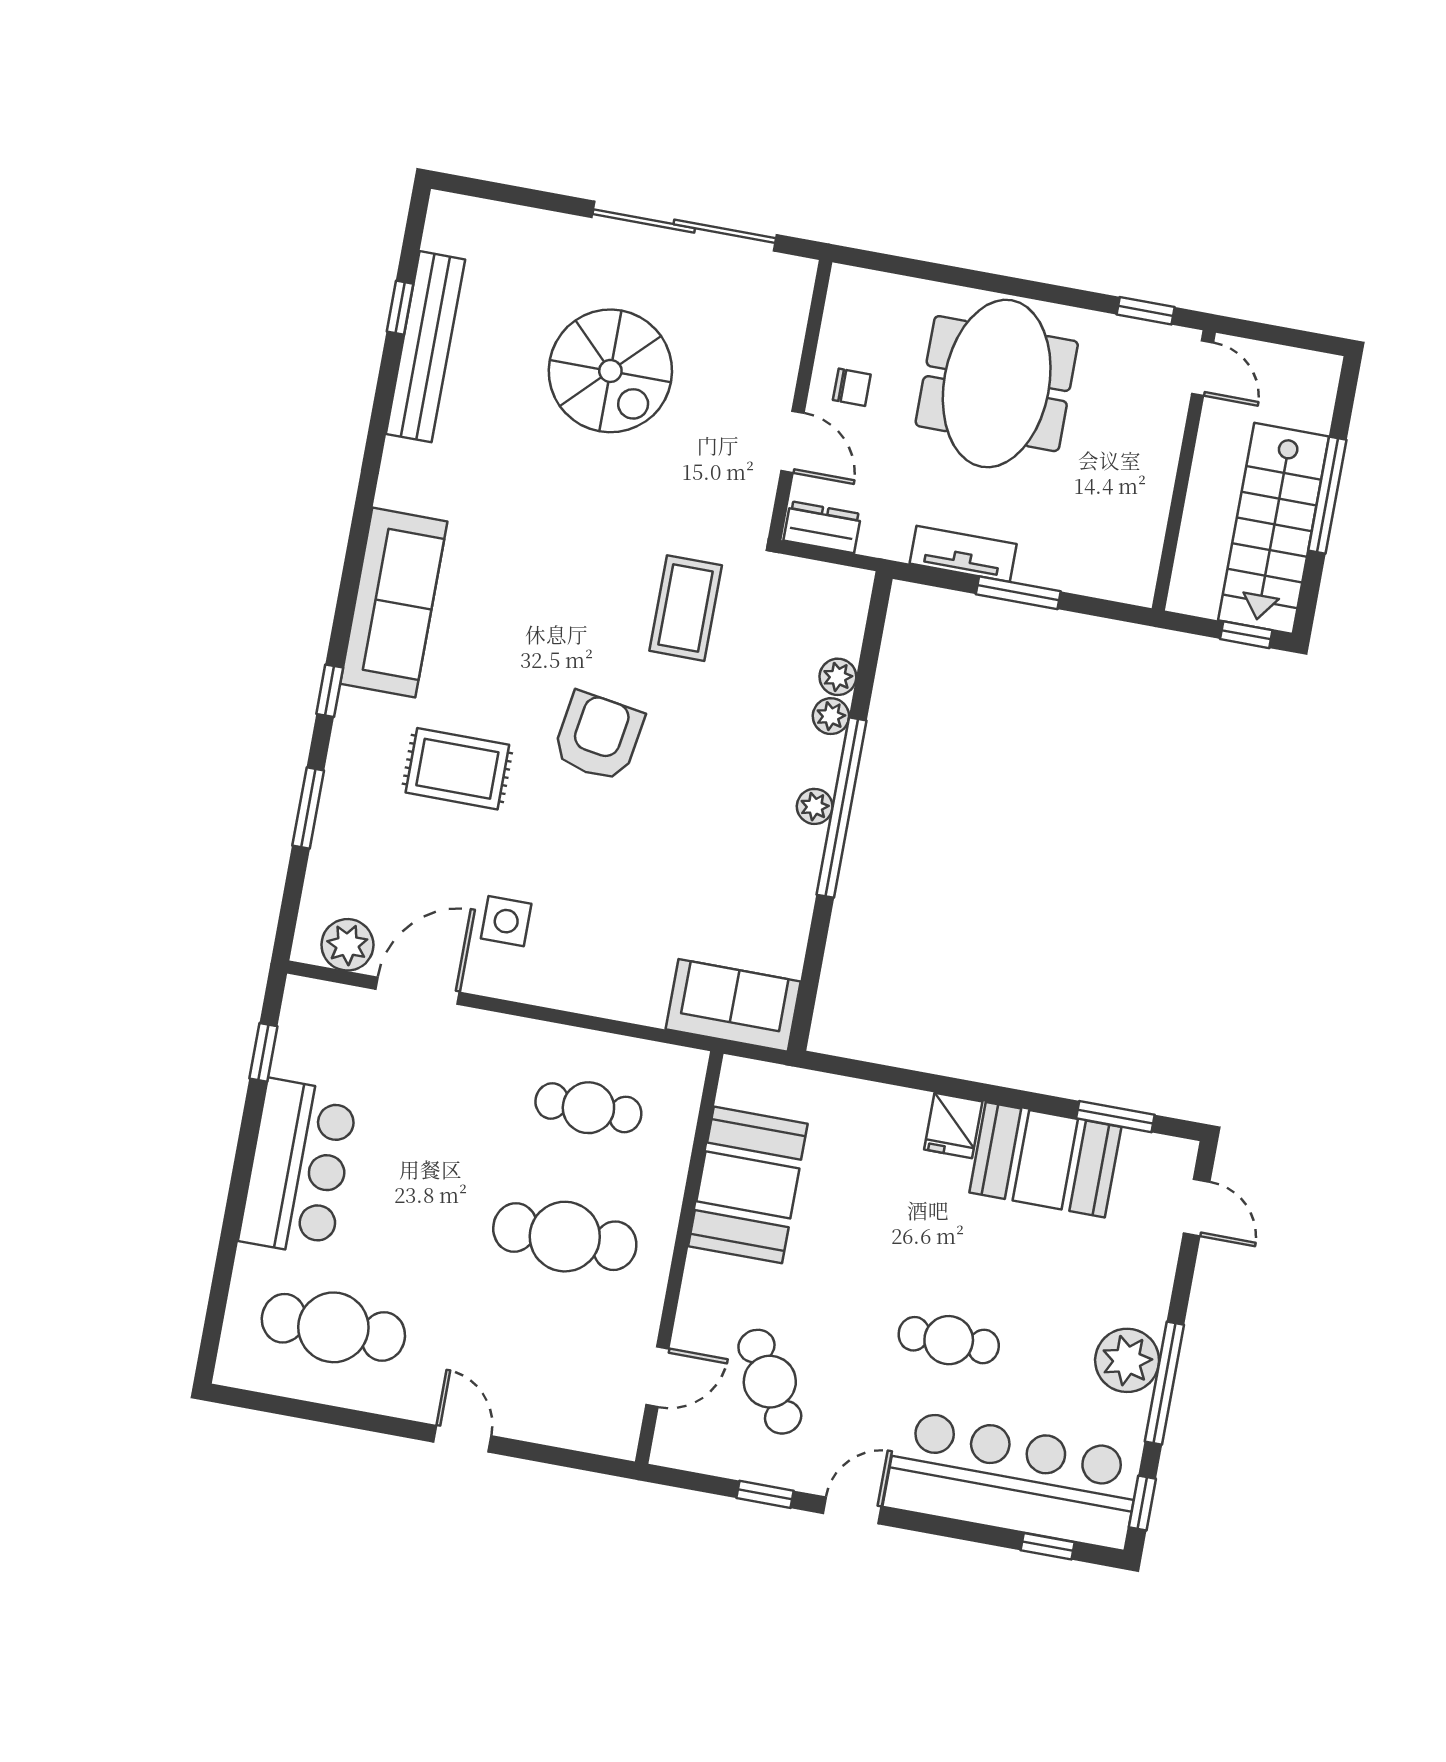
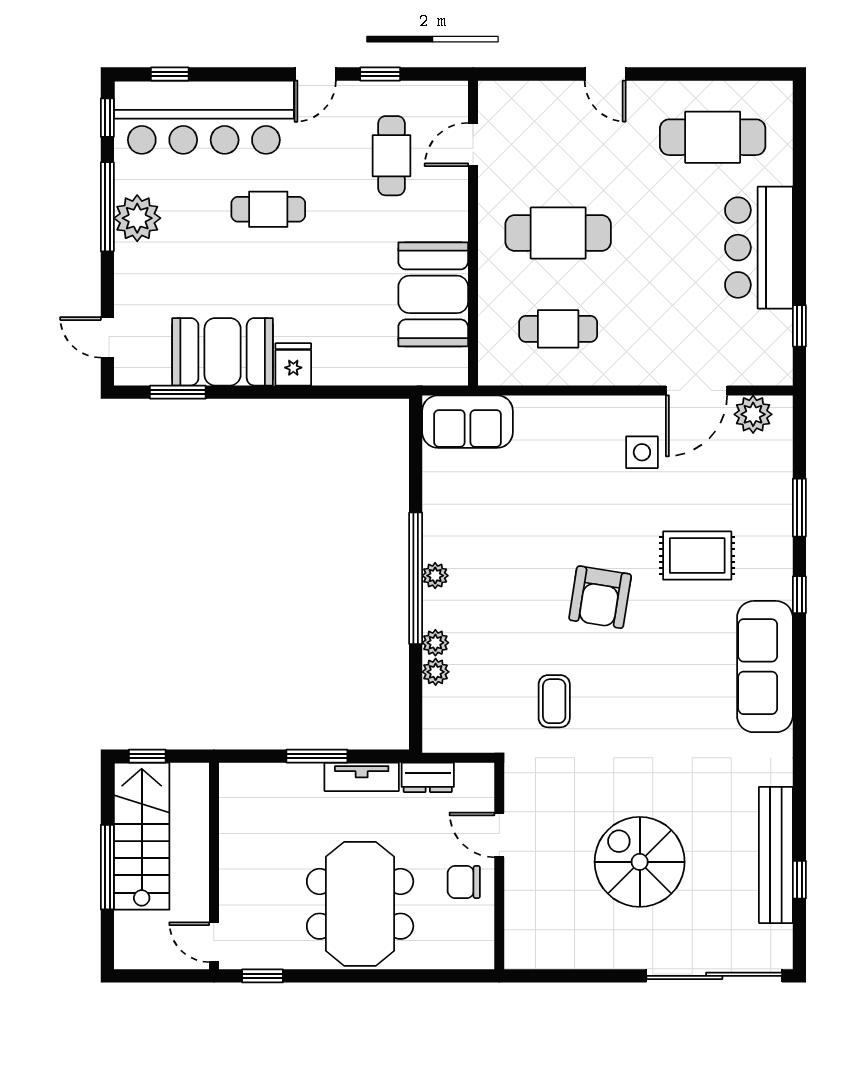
sliding door: (684, 226) -> (714, 976), moved
chair: (852, 387) -> (464, 882), width x1.37, depth x1.37
dresser: (822, 527) -> (428, 777), moved
coffee table: (686, 608) -> (554, 701), width x0.73, depth x0.77
cafe table: (770, 1382) -> (391, 156), turned 31

